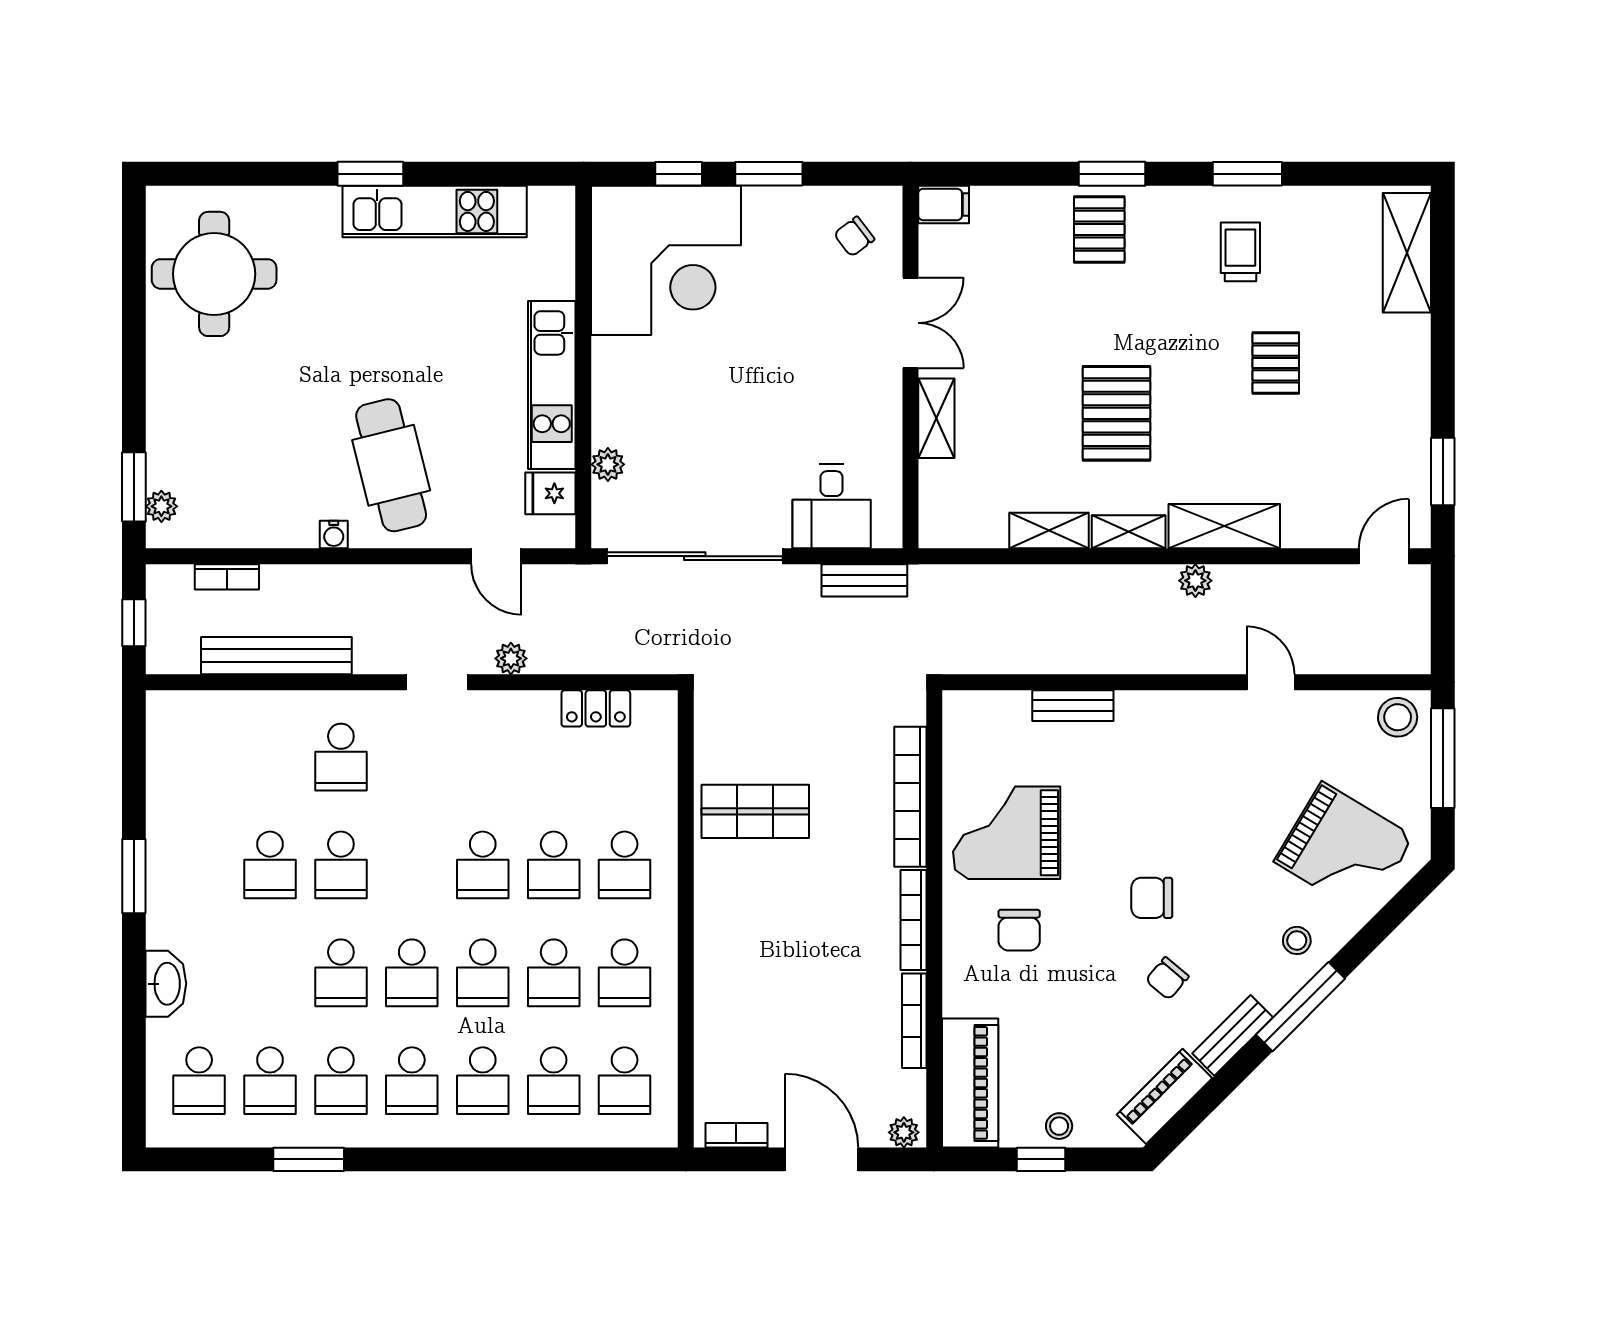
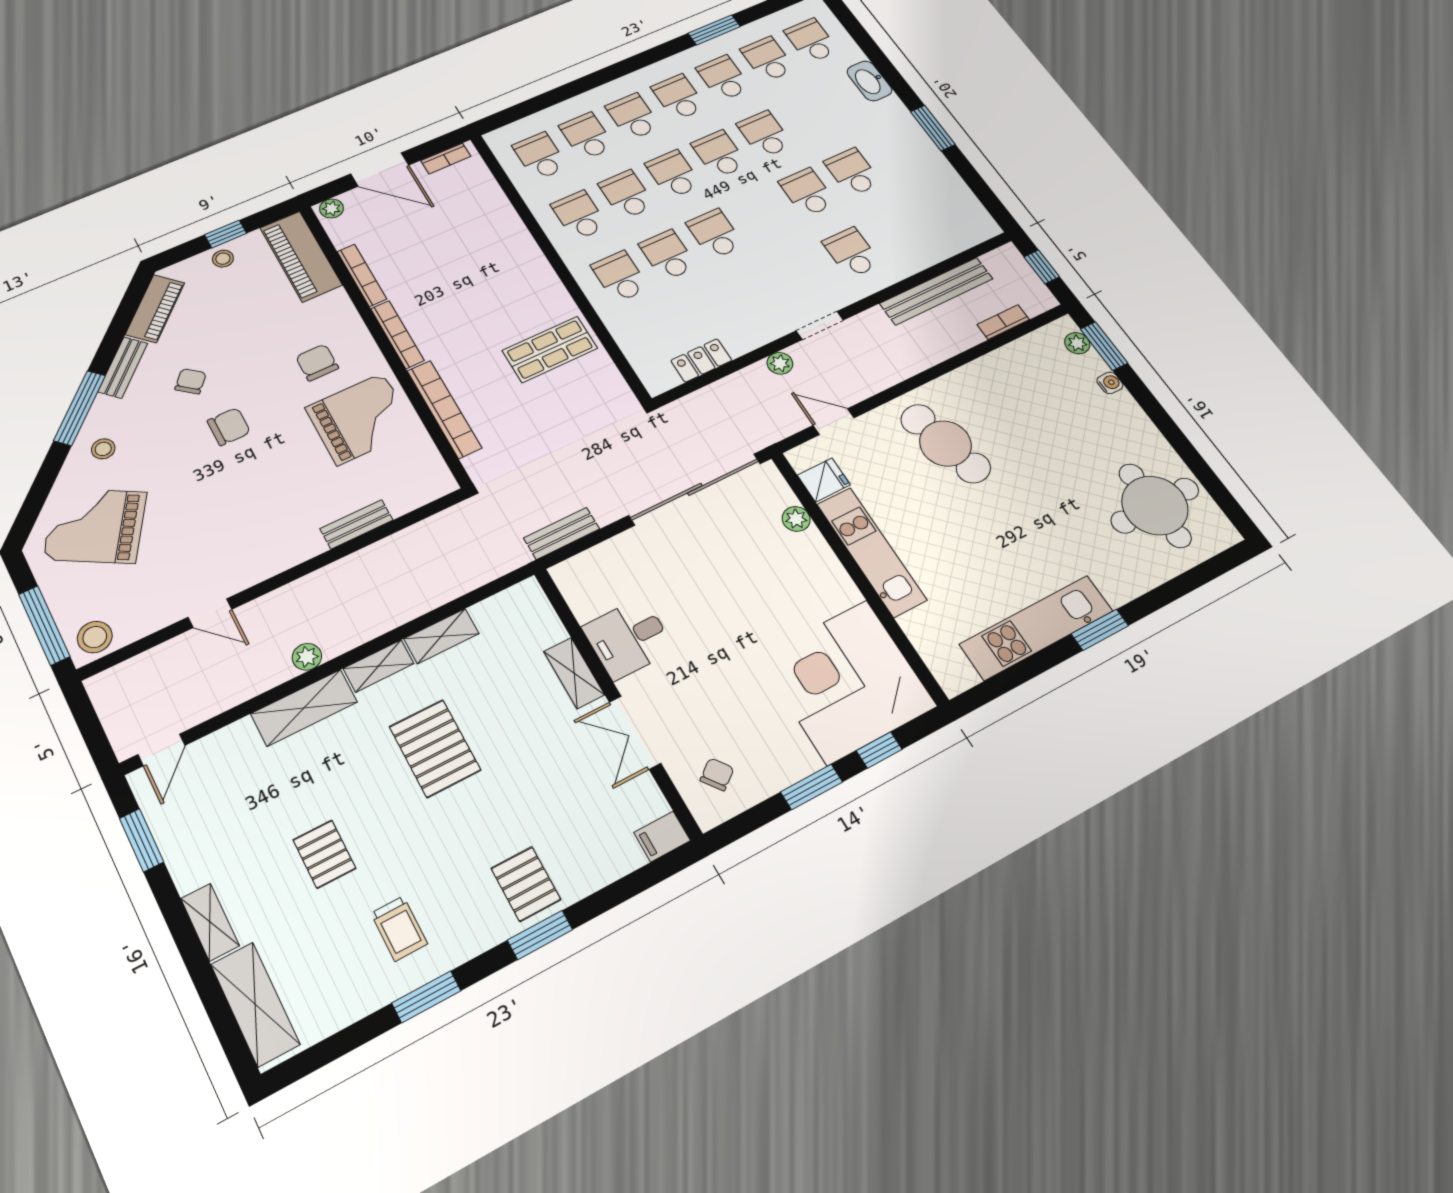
shelving: (1414, 354) -> (210, 922), added
desk: (832, 506) -> (628, 638), moved, turned -90
water cooler: (334, 534) -> (1110, 383), moved, turned 90

